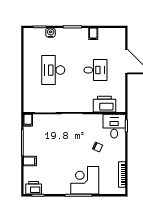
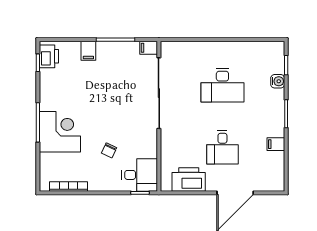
desk: (53, 70) -> (222, 85), turned 180
printer: (104, 104) -> (189, 179), moved, turned -90

